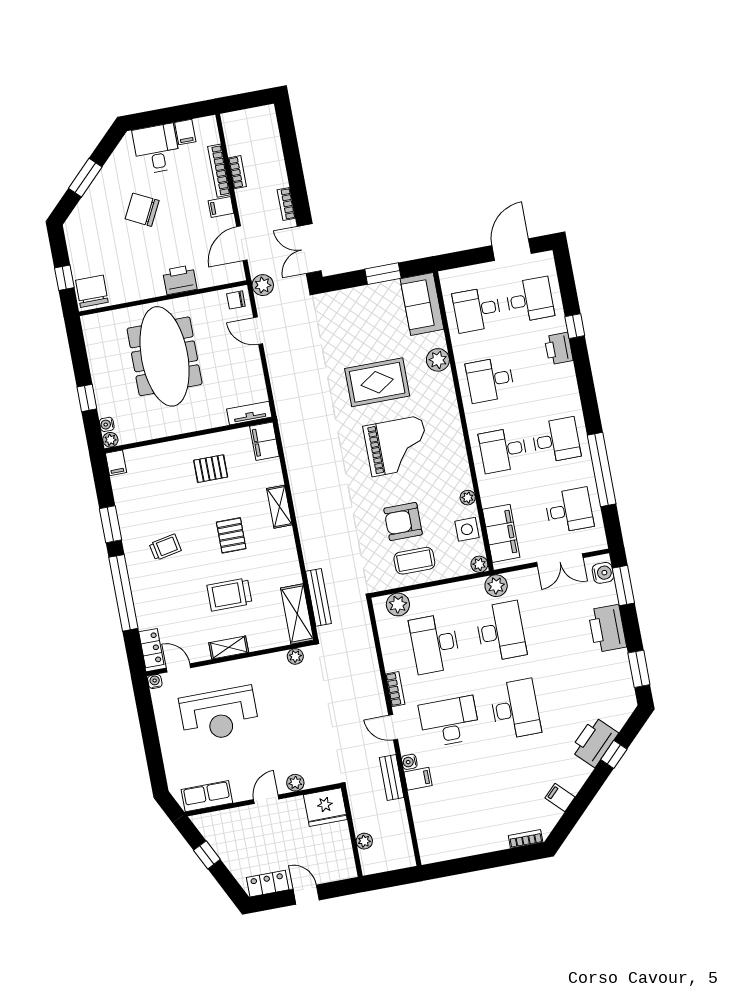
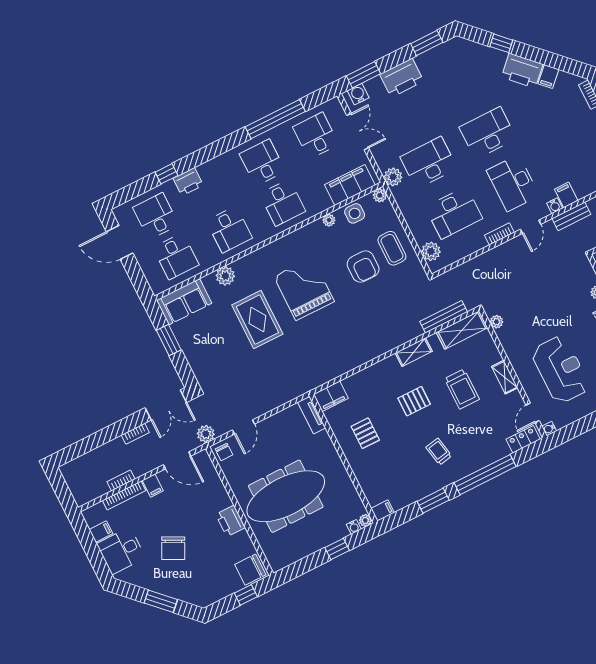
printer: (180, 280) -> (230, 521), moved
shelving: (279, 507) -> (414, 352), moved
printer: (594, 742) -> (522, 71), moved

